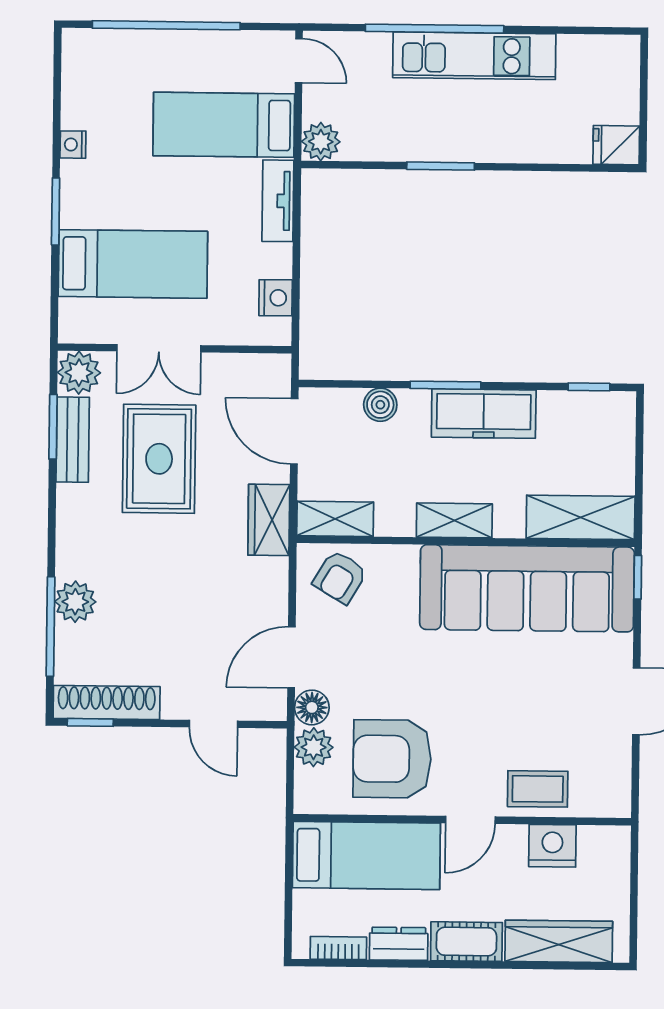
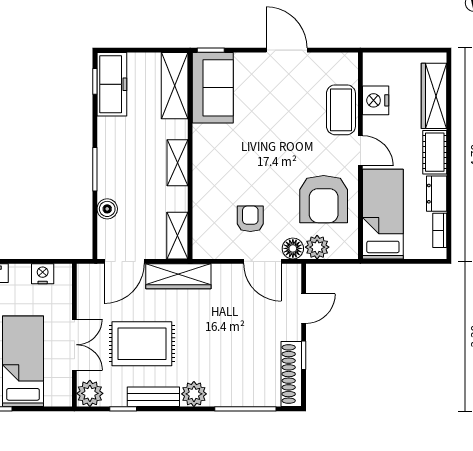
freezer: (484, 414) -> (112, 84), moved
window: (53, 427) -> (123, 409), width x0.67
bench: (73, 440) -> (153, 397), moved
wardrobe: (269, 520) -> (178, 276), width x1.50
armchair: (340, 577) -> (250, 219), moved, turned -121
sofa: (527, 588) -> (213, 88), width x0.54, depth x0.79
plant: (75, 602) -> (194, 394), moved
window: (90, 722) -> (304, 355), moved
coffee table: (538, 789) -> (341, 110), width x1.36, depth x1.30

